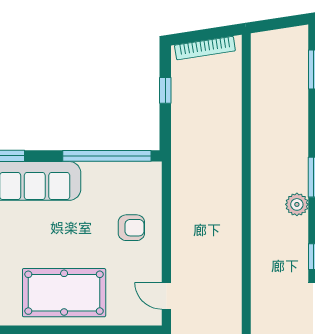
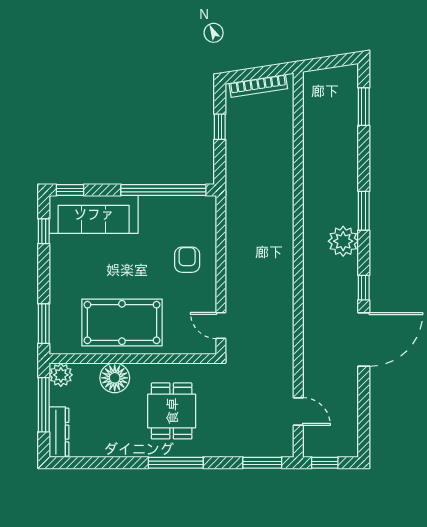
plant: (297, 204) -> (343, 241), width x1.36, depth x1.36
armchair: (131, 228) -> (187, 260), turned -90

